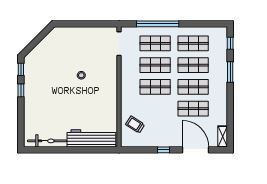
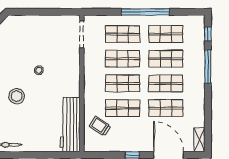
window: (158, 24) -> (145, 12), moved
window: (230, 72) -> (208, 67), width x1.44
stool: (62, 98) -> (17, 96), added
shop shelf: (155, 109) -> (123, 108), added
workbench: (91, 138) -> (70, 124), moved, turned -90

